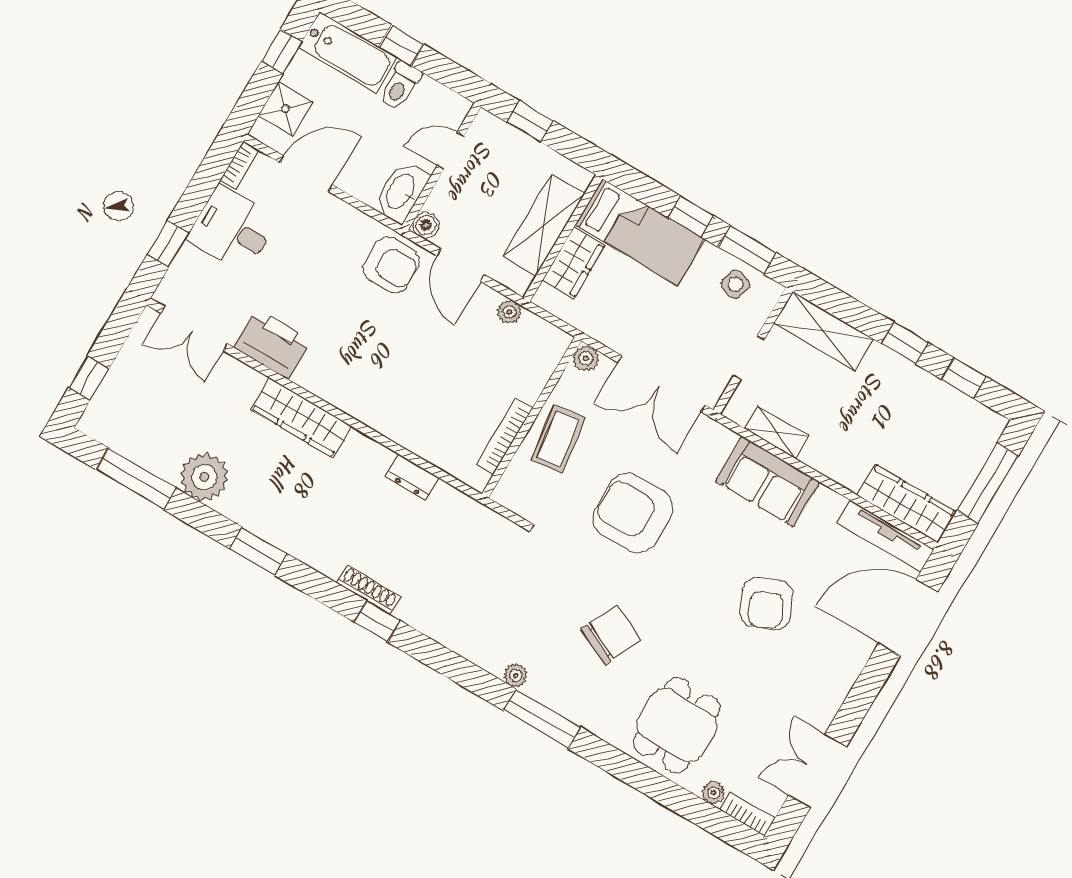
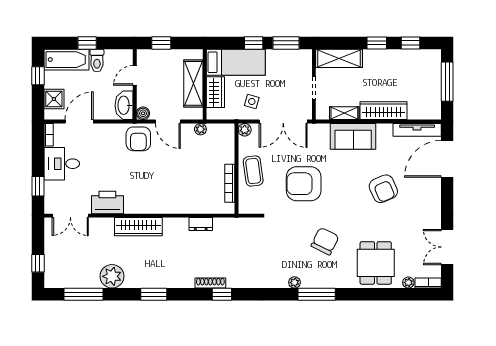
armchair: (391, 265) -> (138, 139), turned 90
side table: (735, 284) -> (252, 101), moved
wardrobe: (907, 503) -> (384, 111), moved

